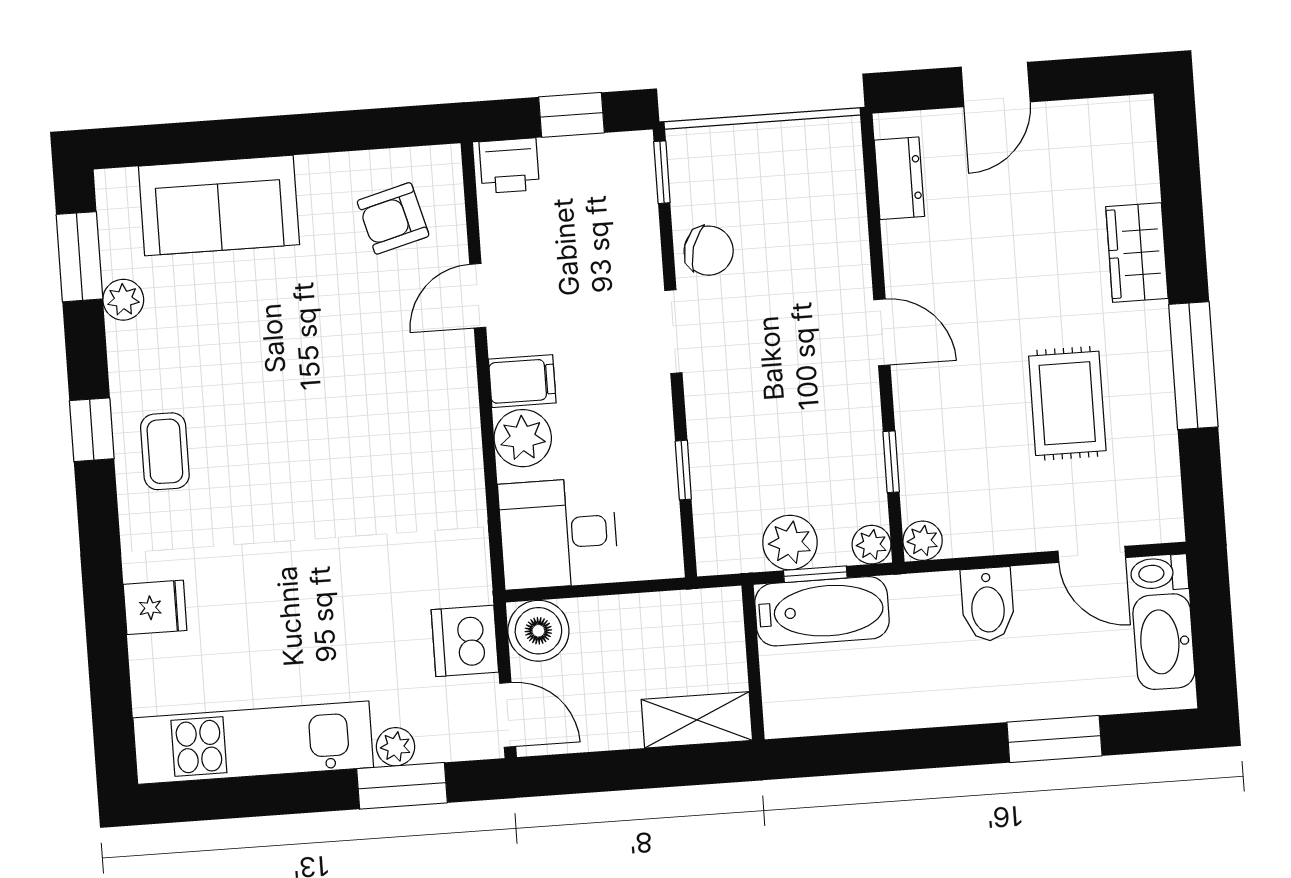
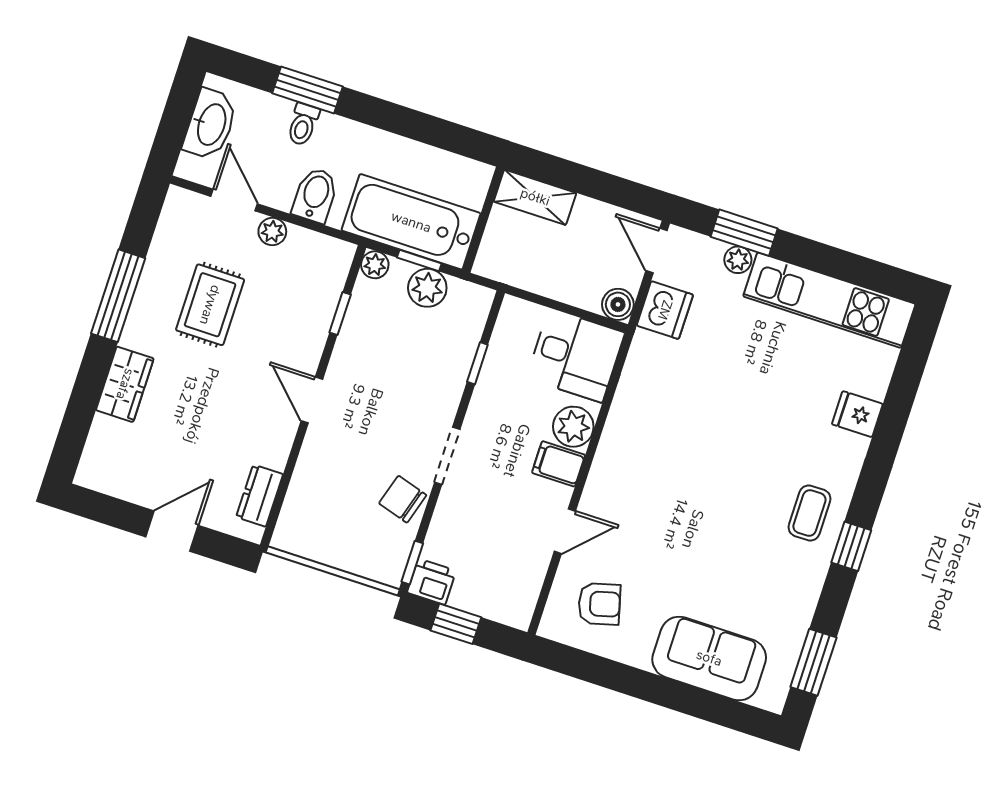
printer: (509, 166) -> (432, 582), moved
plant: (123, 300) -> (796, 623), removed
plant: (923, 541) -> (272, 232), moved
toilet: (1159, 573) -> (303, 124), moved, turned 90
bathtub: (822, 611) -> (411, 222), width x1.36, depth x1.36
boiler: (538, 631) -> (618, 304), width x0.73, depth x0.73

